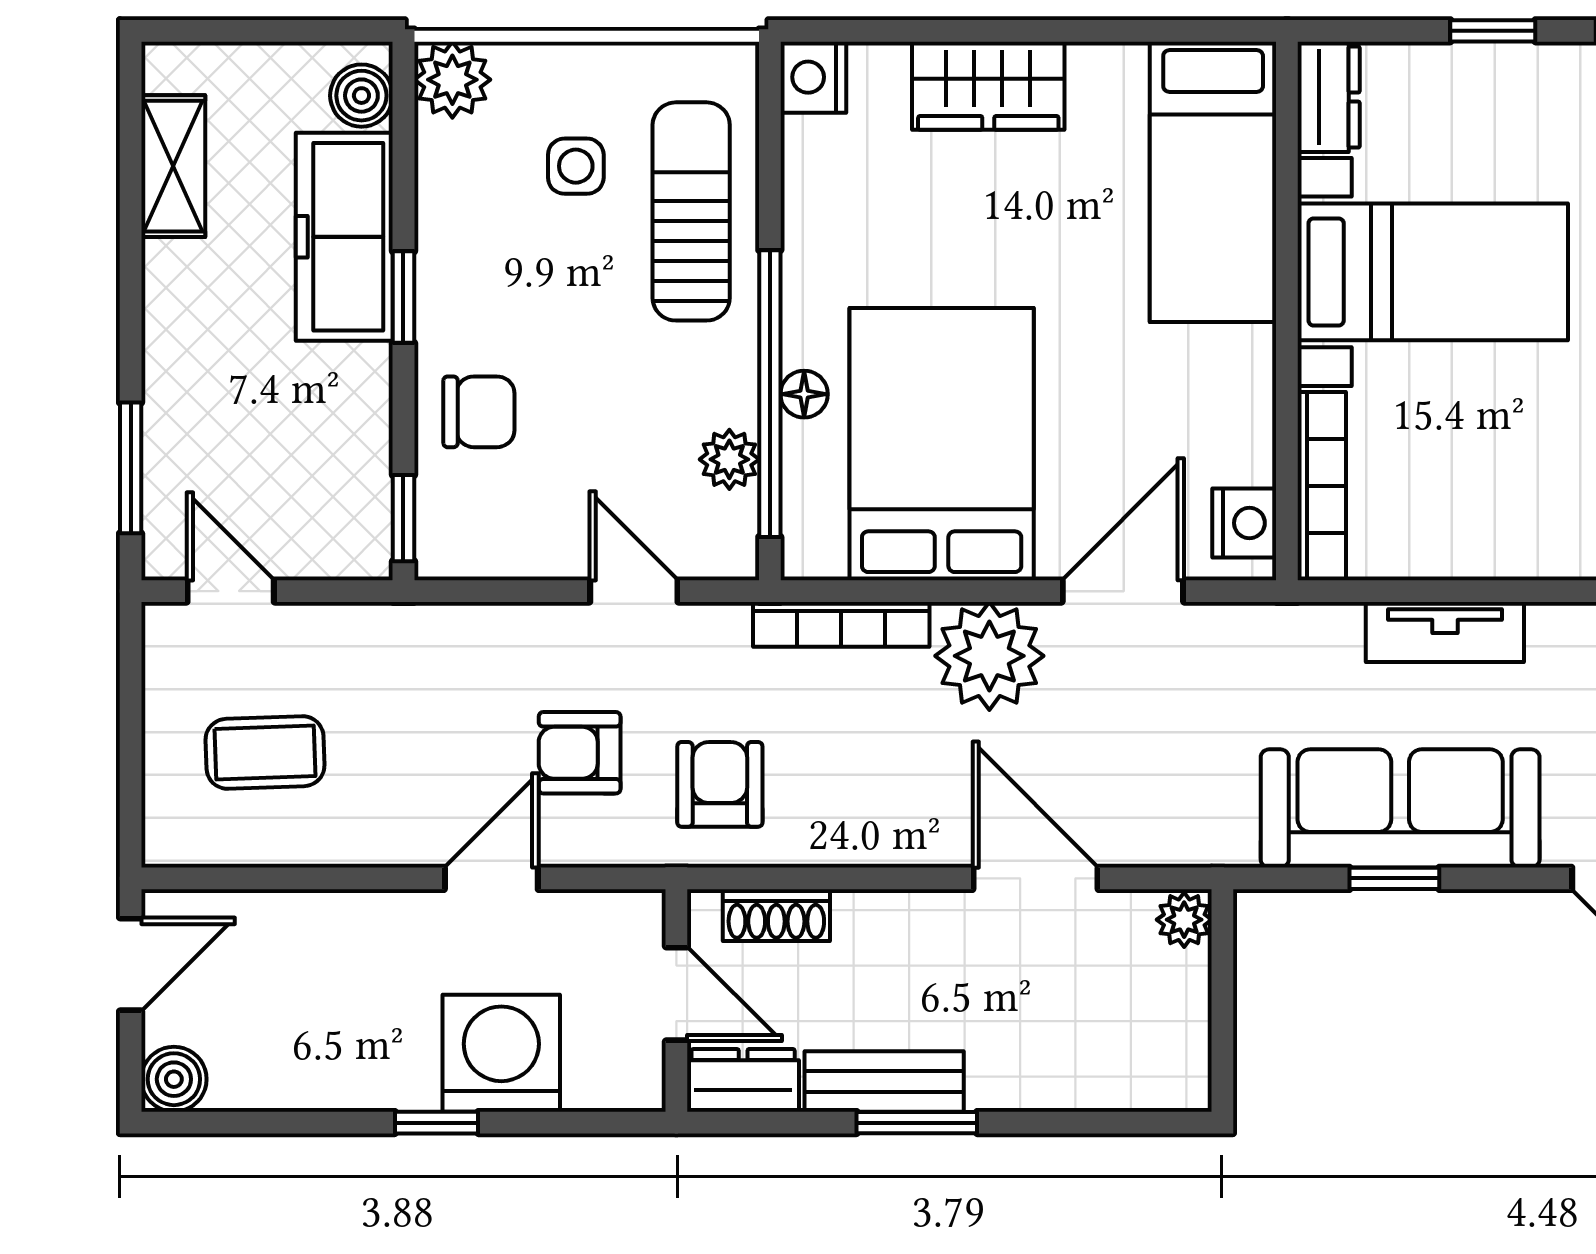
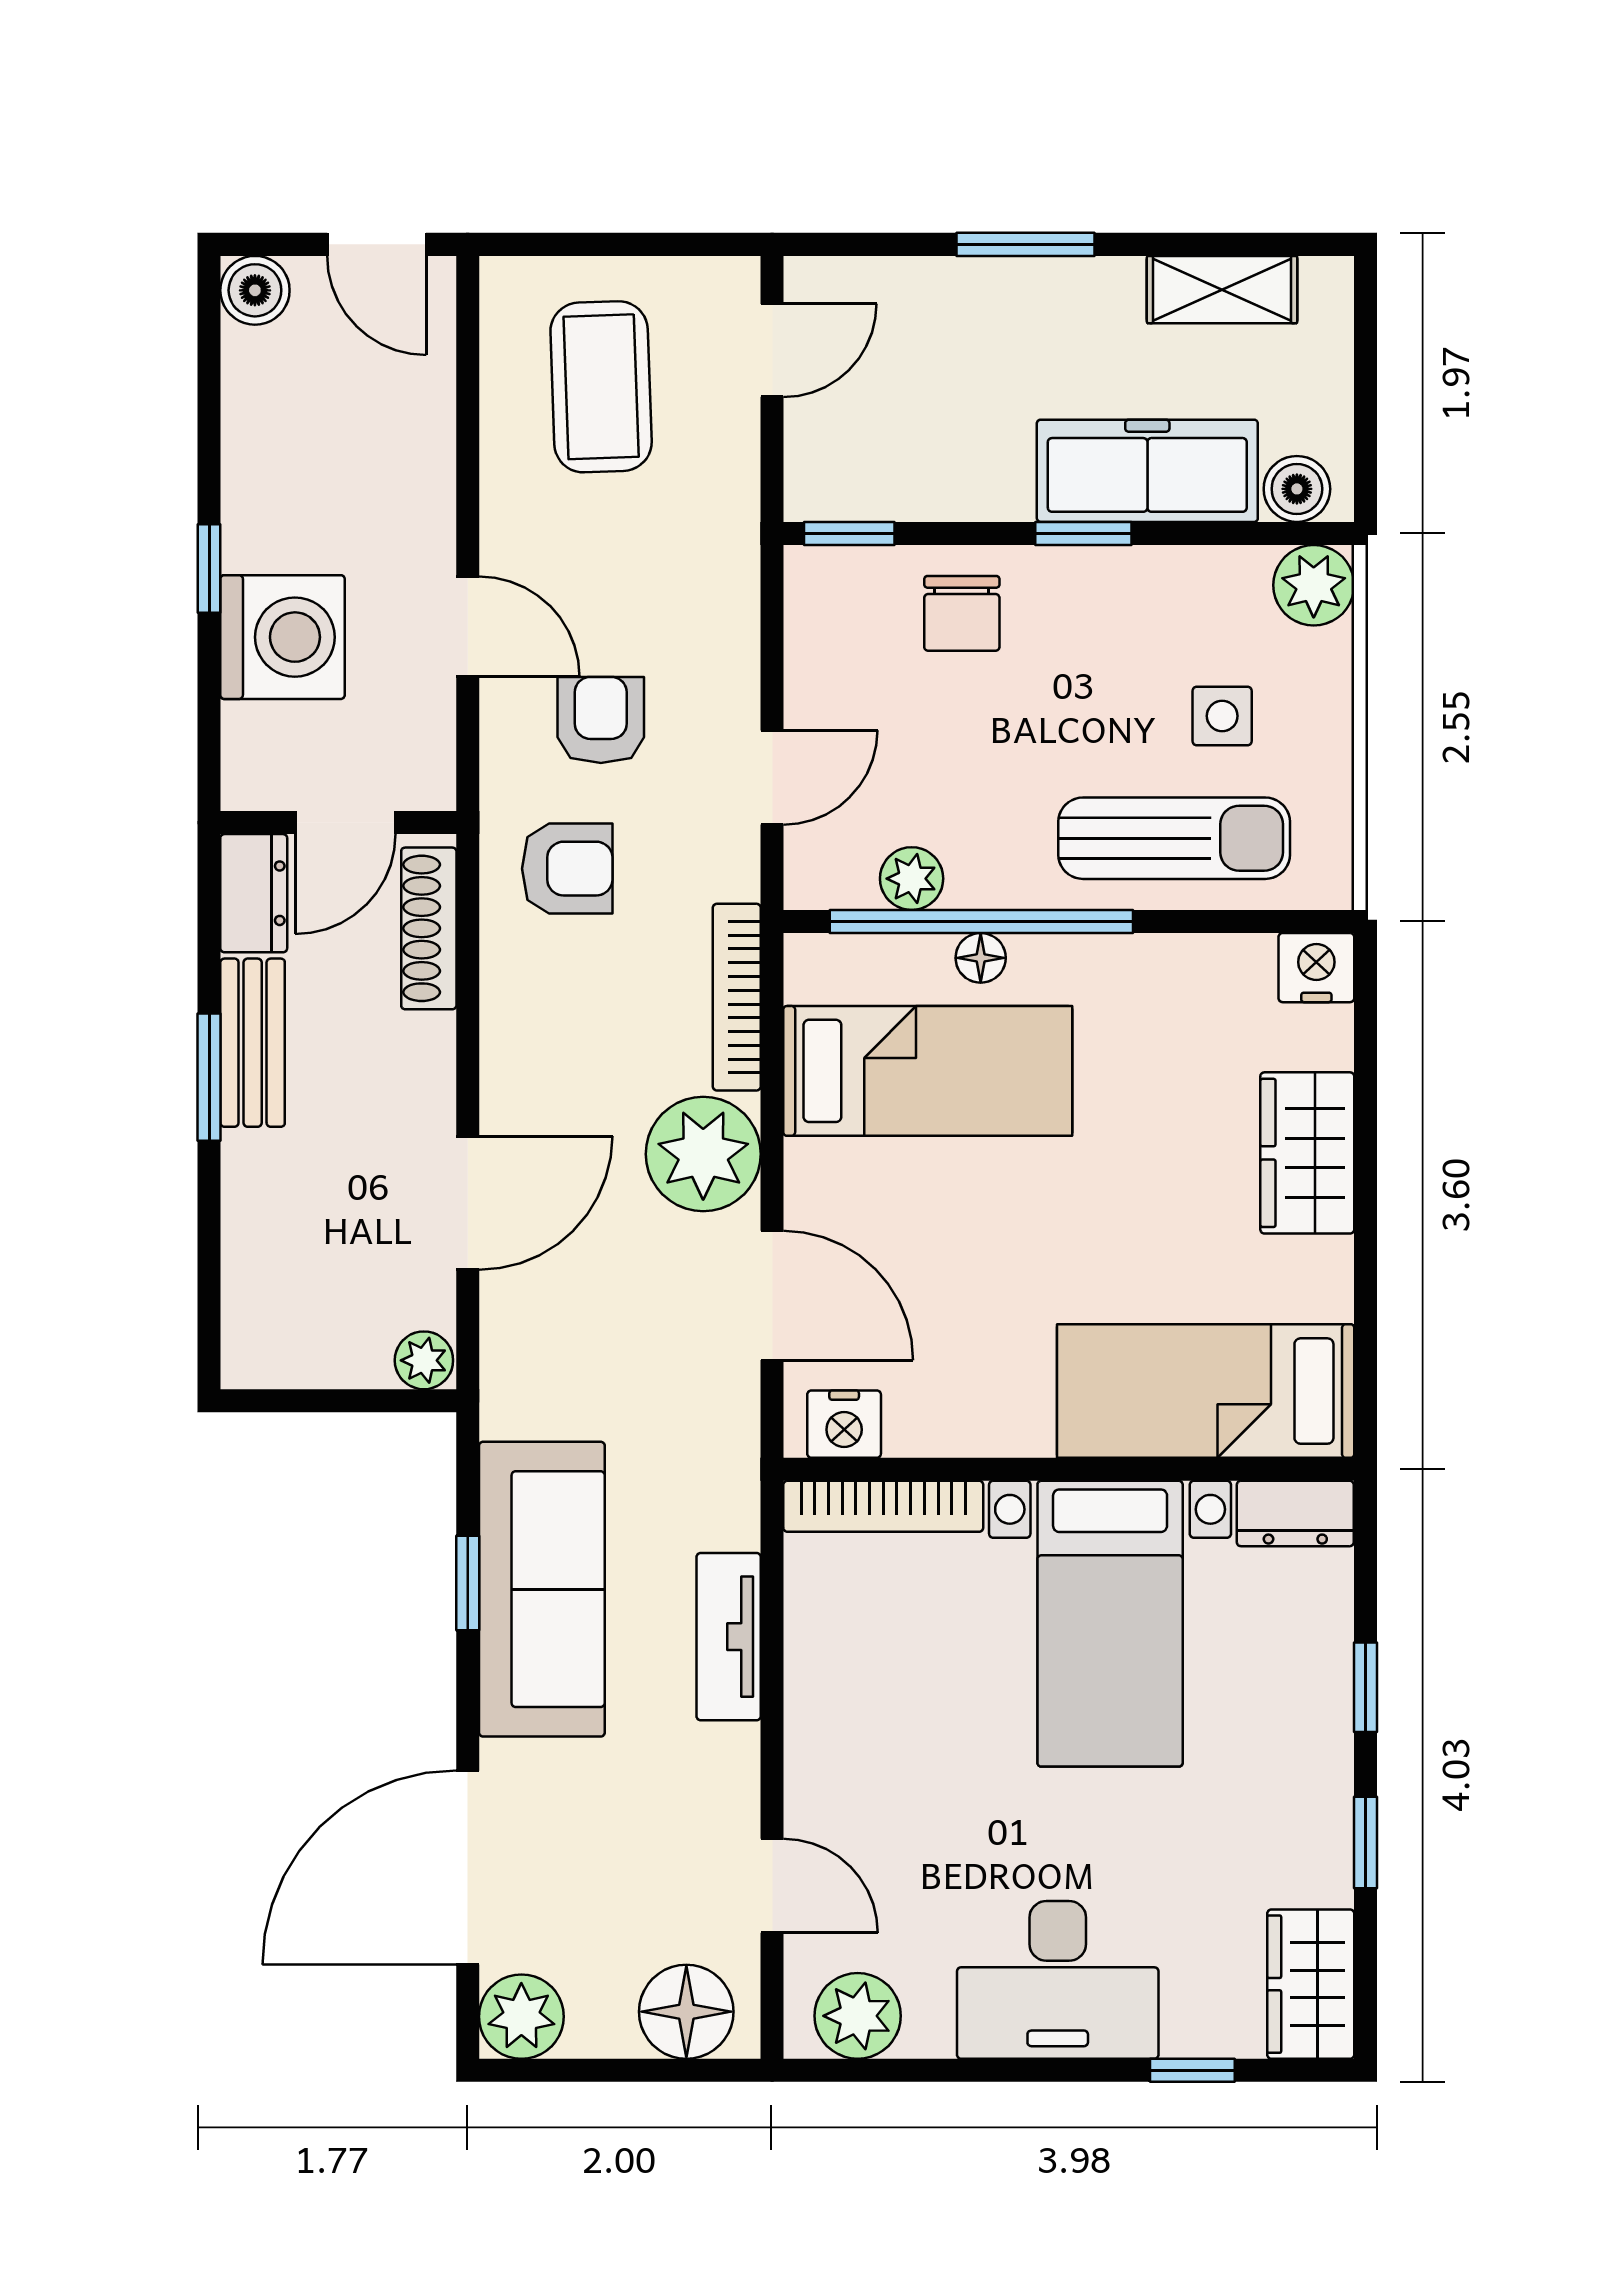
bed: (942, 444) -> (928, 1071), width x0.67
window: (131, 468) -> (1026, 244), moved
coffee table: (265, 752) -> (601, 387), width x1.36, depth x1.30
shoe rack: (776, 915) -> (429, 928), width x1.43

